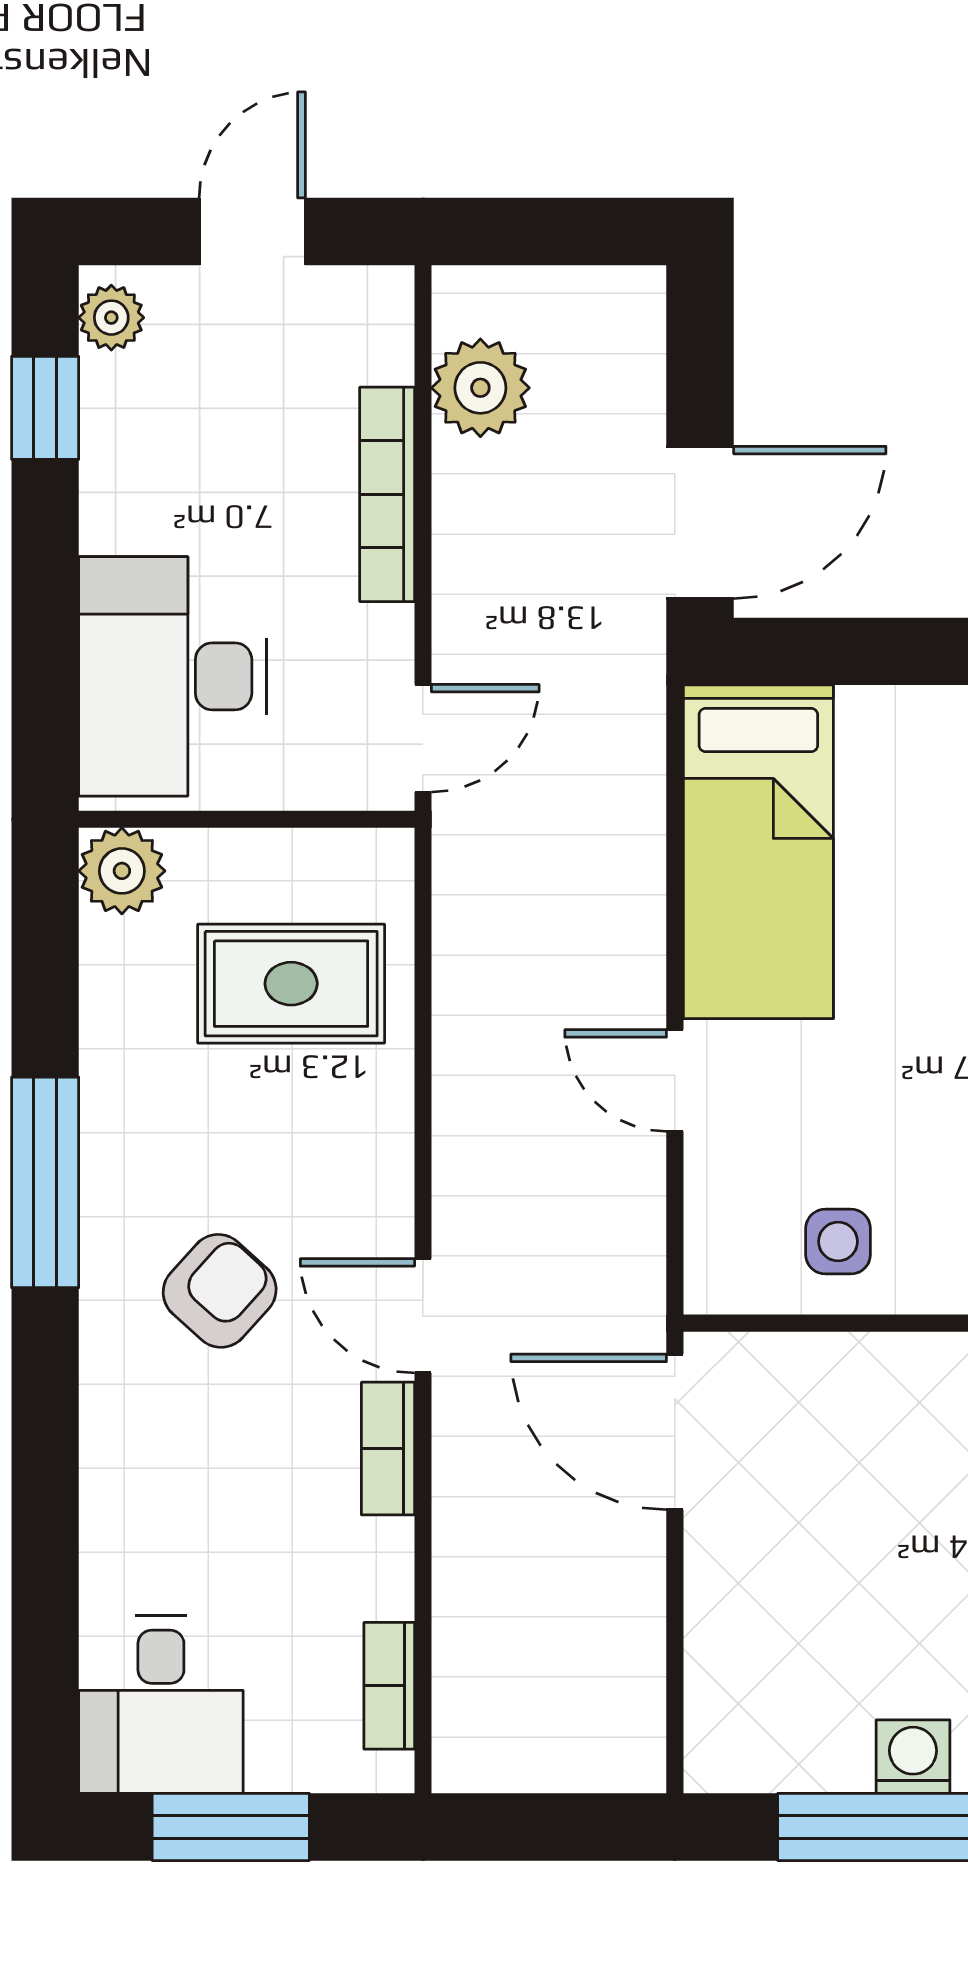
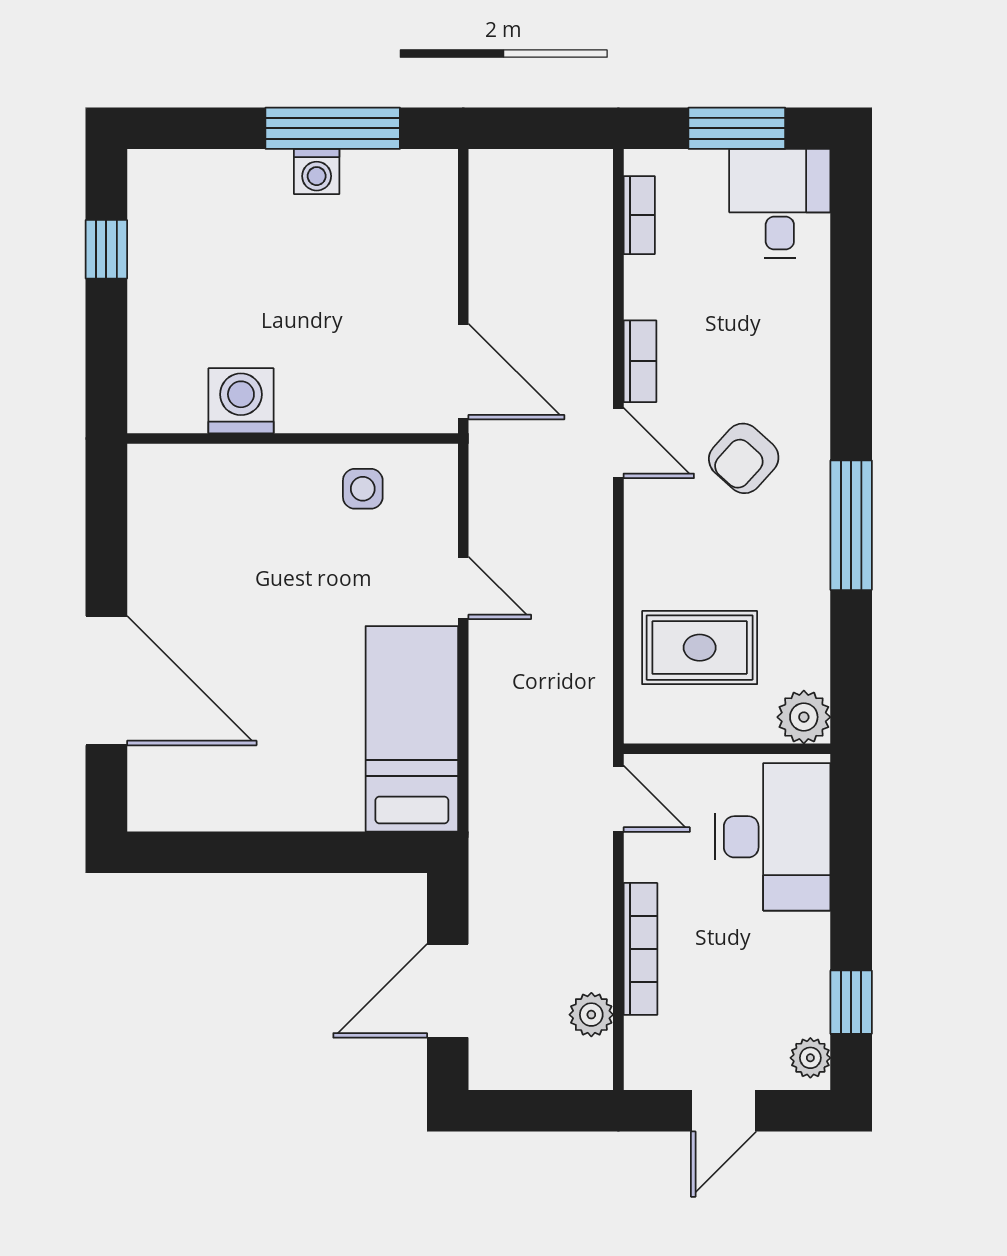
plant: (480, 388) -> (591, 1015), width x0.73, depth x0.73
door: (700, 522) -> (448, 991), moved
door: (423, 738) -> (618, 799), swing flipped

